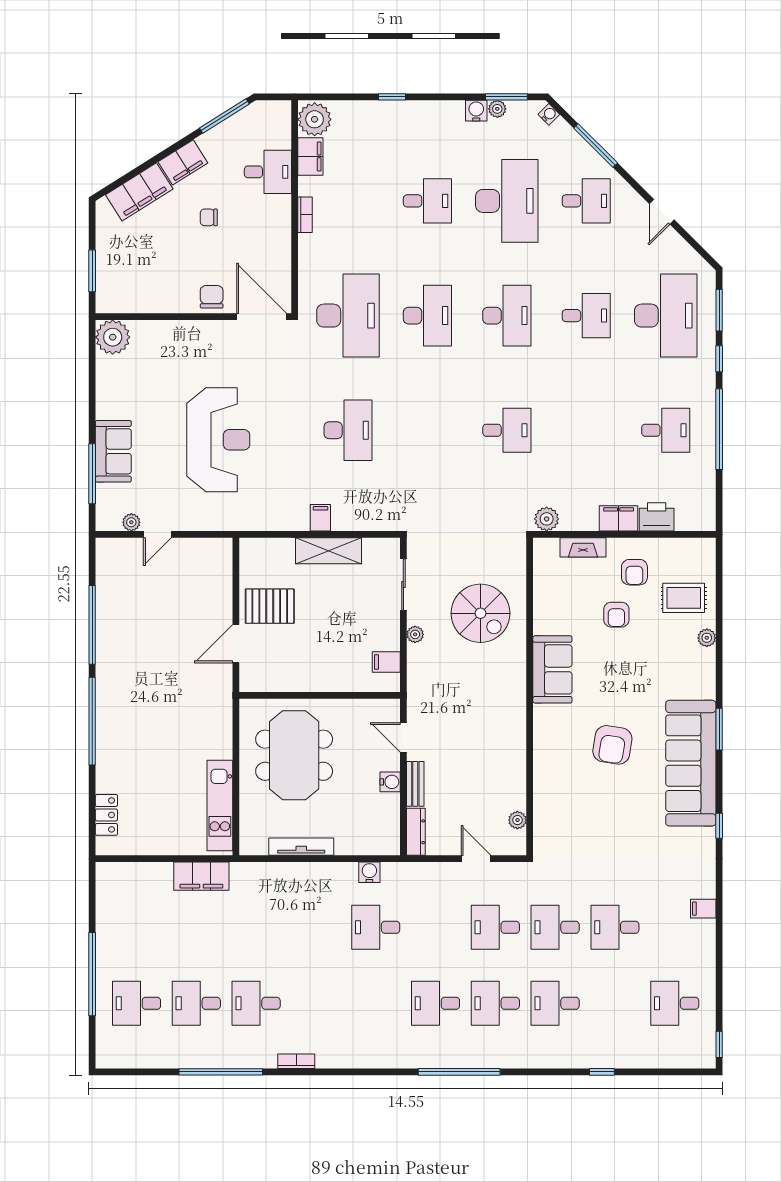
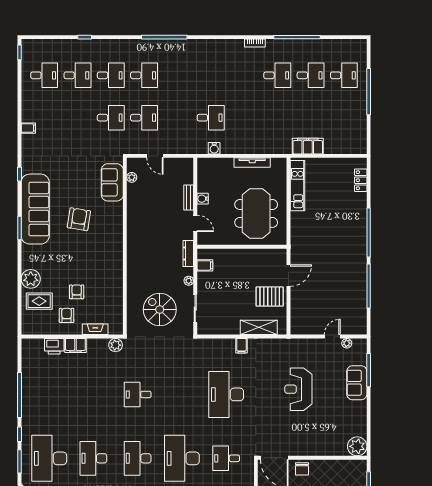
desk: (348, 316) -> (226, 458), width x0.53, depth x0.77
desk: (427, 316) -> (182, 458), width x1.36, depth x1.30
desk: (586, 316) -> (93, 458), width x1.37
desk: (348, 430) -> (226, 394), width x1.36, depth x1.30
desk: (666, 430) -> (49, 394), removed
reception desk: (218, 440) -> (298, 389), width x0.74, depth x0.77
shelving: (329, 551) -> (259, 327), moved
spiral stairs: (480, 613) -> (160, 310), moved
plant: (707, 638) -> (31, 279), width x1.87, depth x1.87
sofa: (552, 669) -> (112, 182), moved
dresser: (416, 832) -> (188, 253), moved
desk: (615, 927) -> (77, 75), moved
desk: (436, 1003) -> (177, 75), removed

